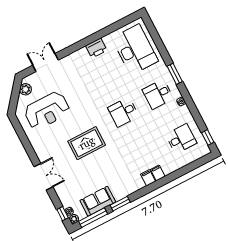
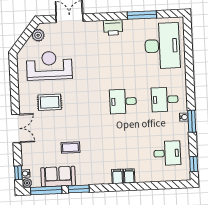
window: (105, 32) -> (142, 15), added
printer: (96, 48) -> (113, 27), moved
window: (175, 74) -> (192, 121), moved
reception desk: (47, 111) -> (49, 66), turned 180
rug: (87, 143) -> (50, 102), moved, width x0.73, depth x0.70
coffee table: (97, 172) -> (70, 148), added

